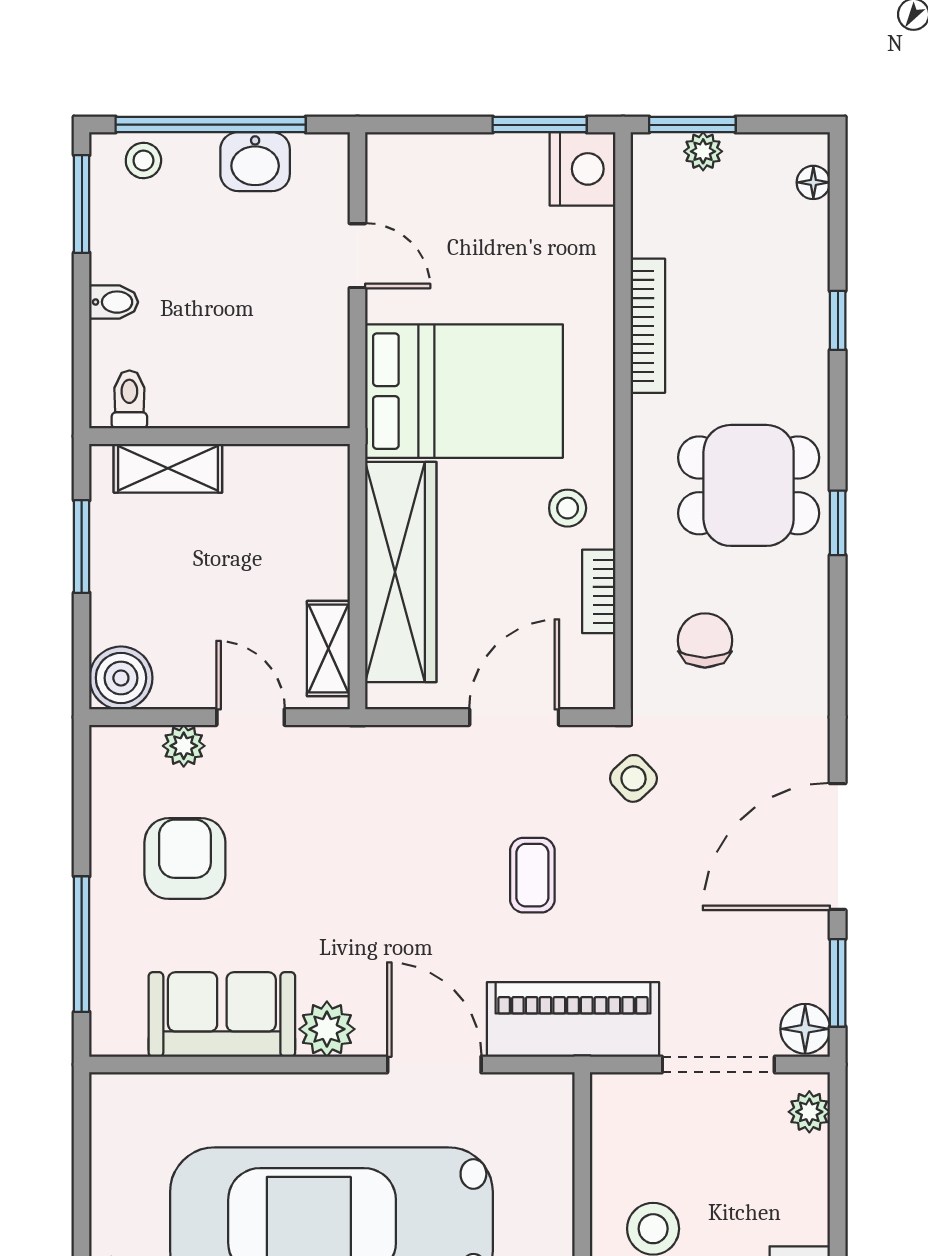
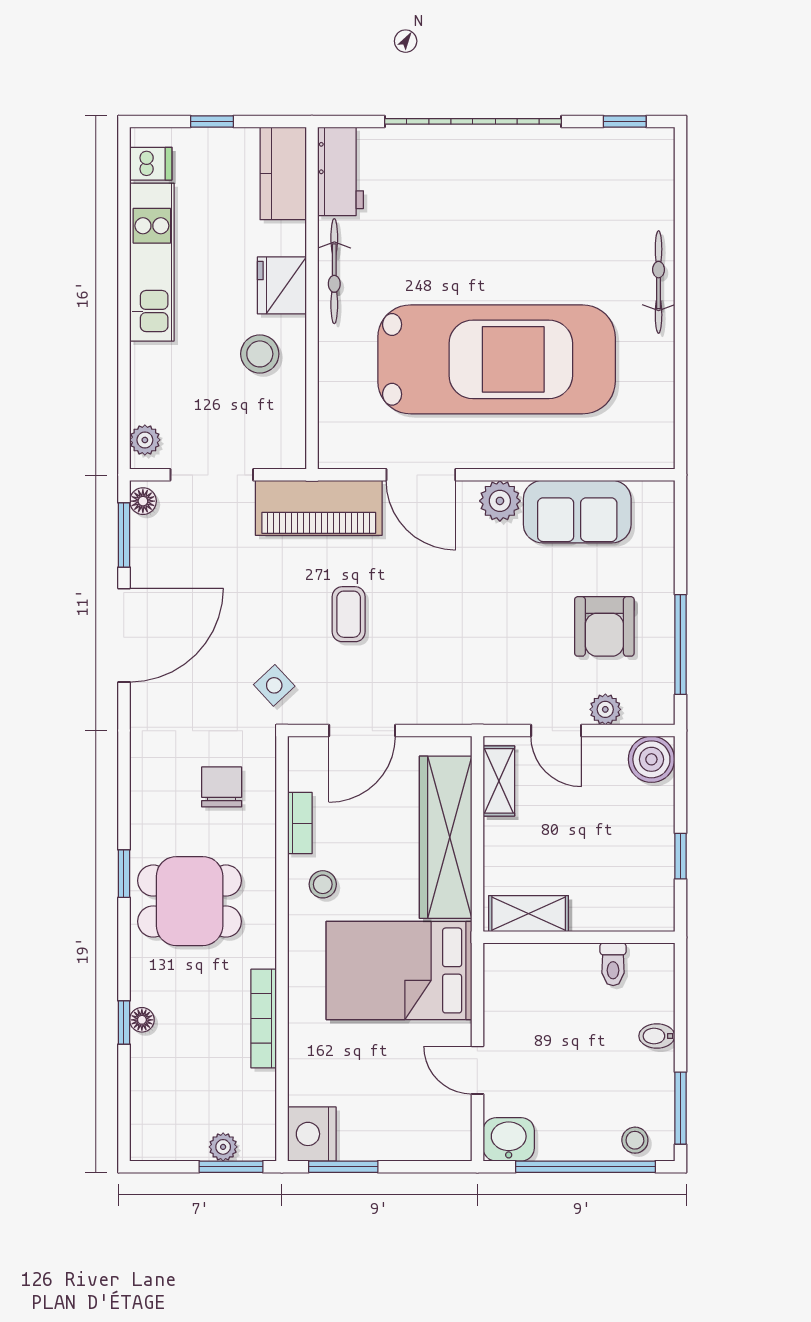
washbasin: (255, 162) -> (509, 1139), moved
floor lamp: (813, 182) -> (142, 1020), moved
toilet: (129, 399) -> (613, 964), moved
shelving: (168, 468) -> (529, 914), moved
window: (82, 546) -> (680, 856), width x0.67
chair: (705, 640) -> (222, 787), turned 180
window: (82, 944) -> (680, 645), moved
floor lamp: (805, 1029) -> (143, 501), width x0.73, depth x0.73

